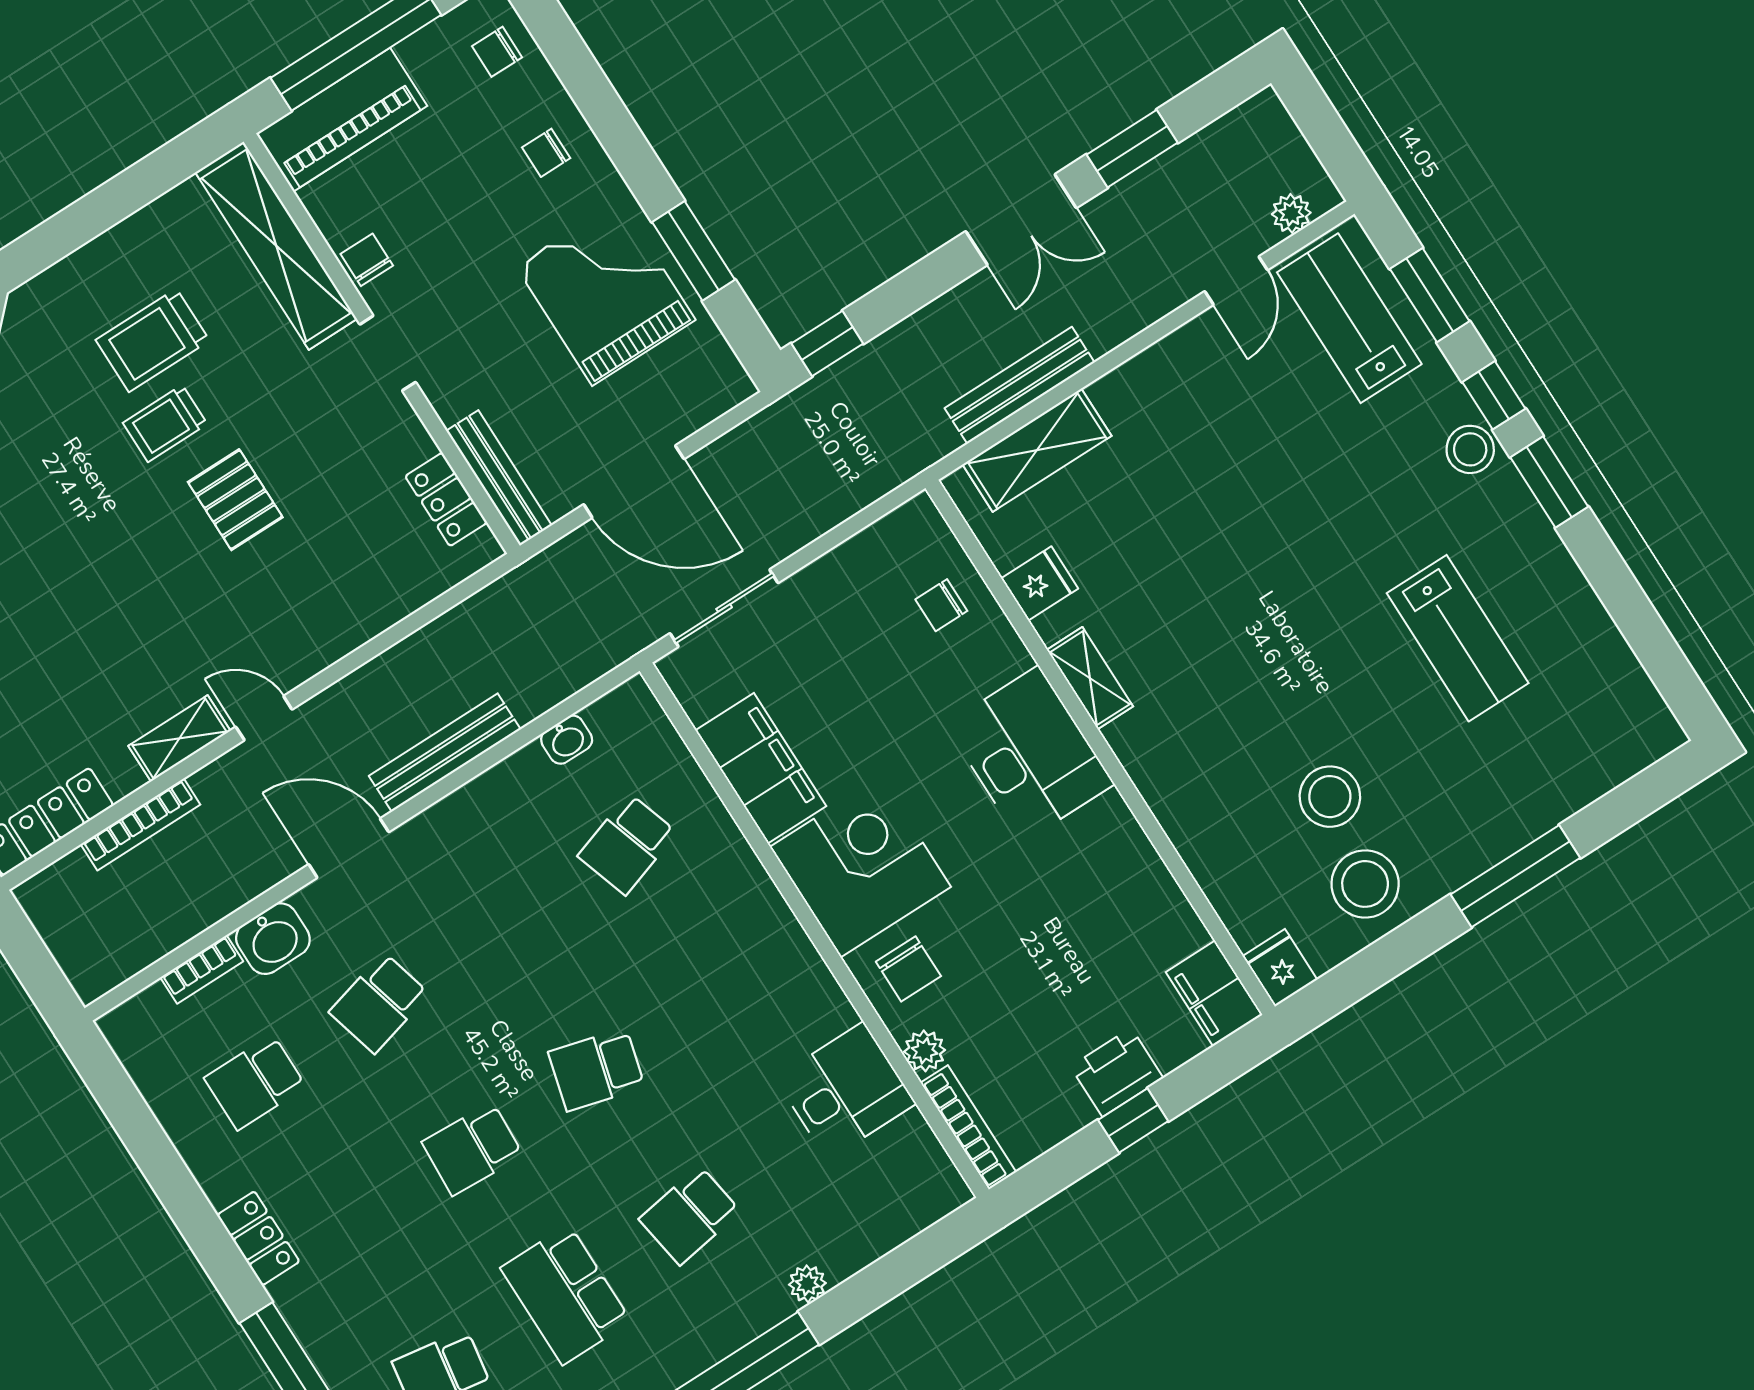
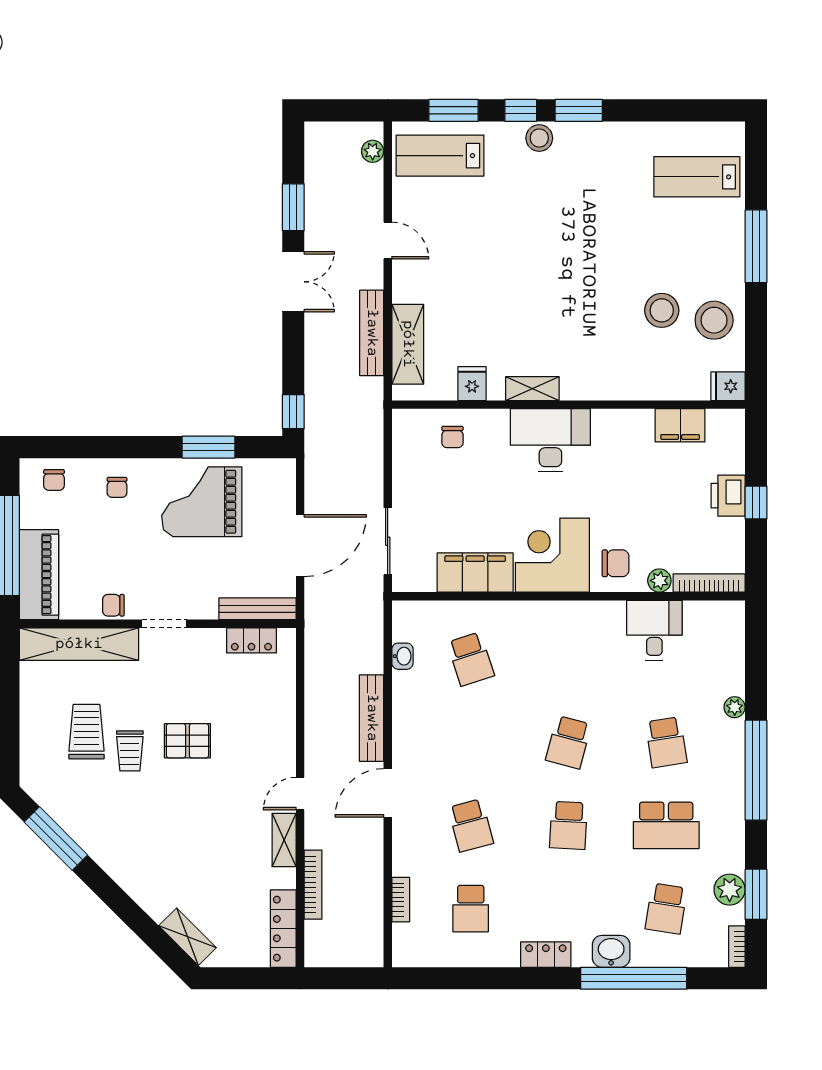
door: (1236, 281) -> (388, 241), moved
trolley: (153, 340) -> (86, 732), turned 180
lab bench: (1458, 638) -> (697, 177), moved, turned 180
washbasin: (273, 939) -> (611, 951), moved, turned -90
filing cabinet: (1214, 993) -> (680, 425), moved

